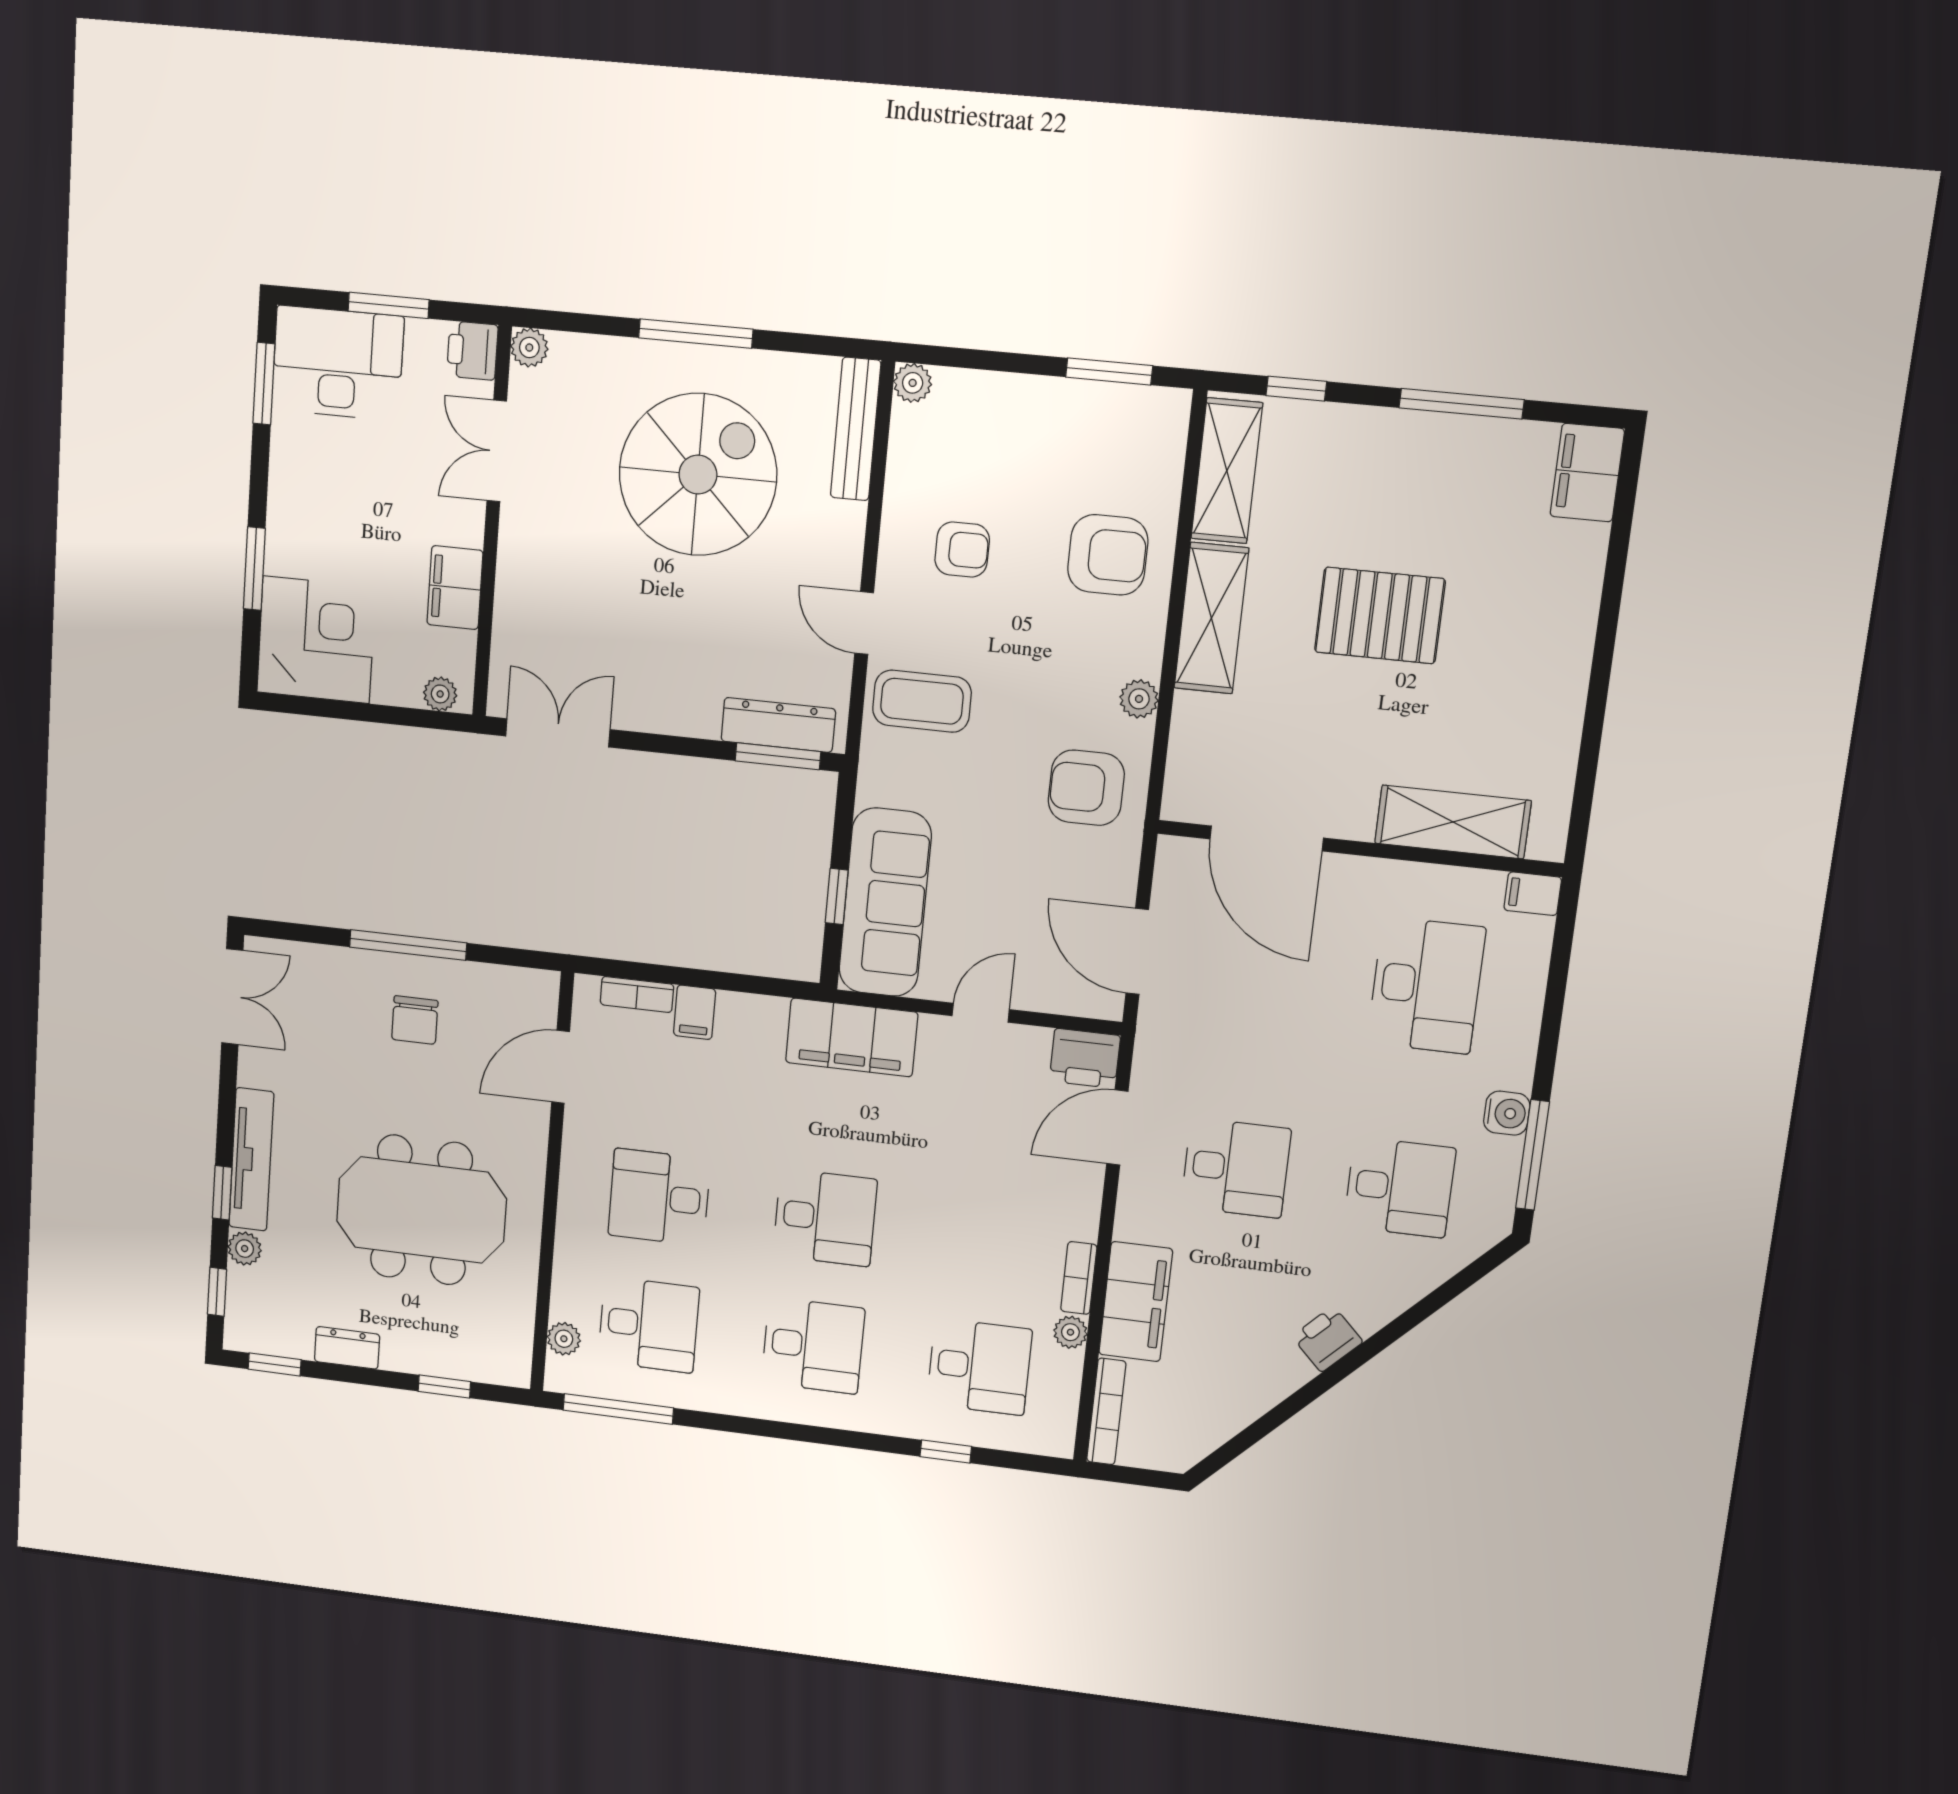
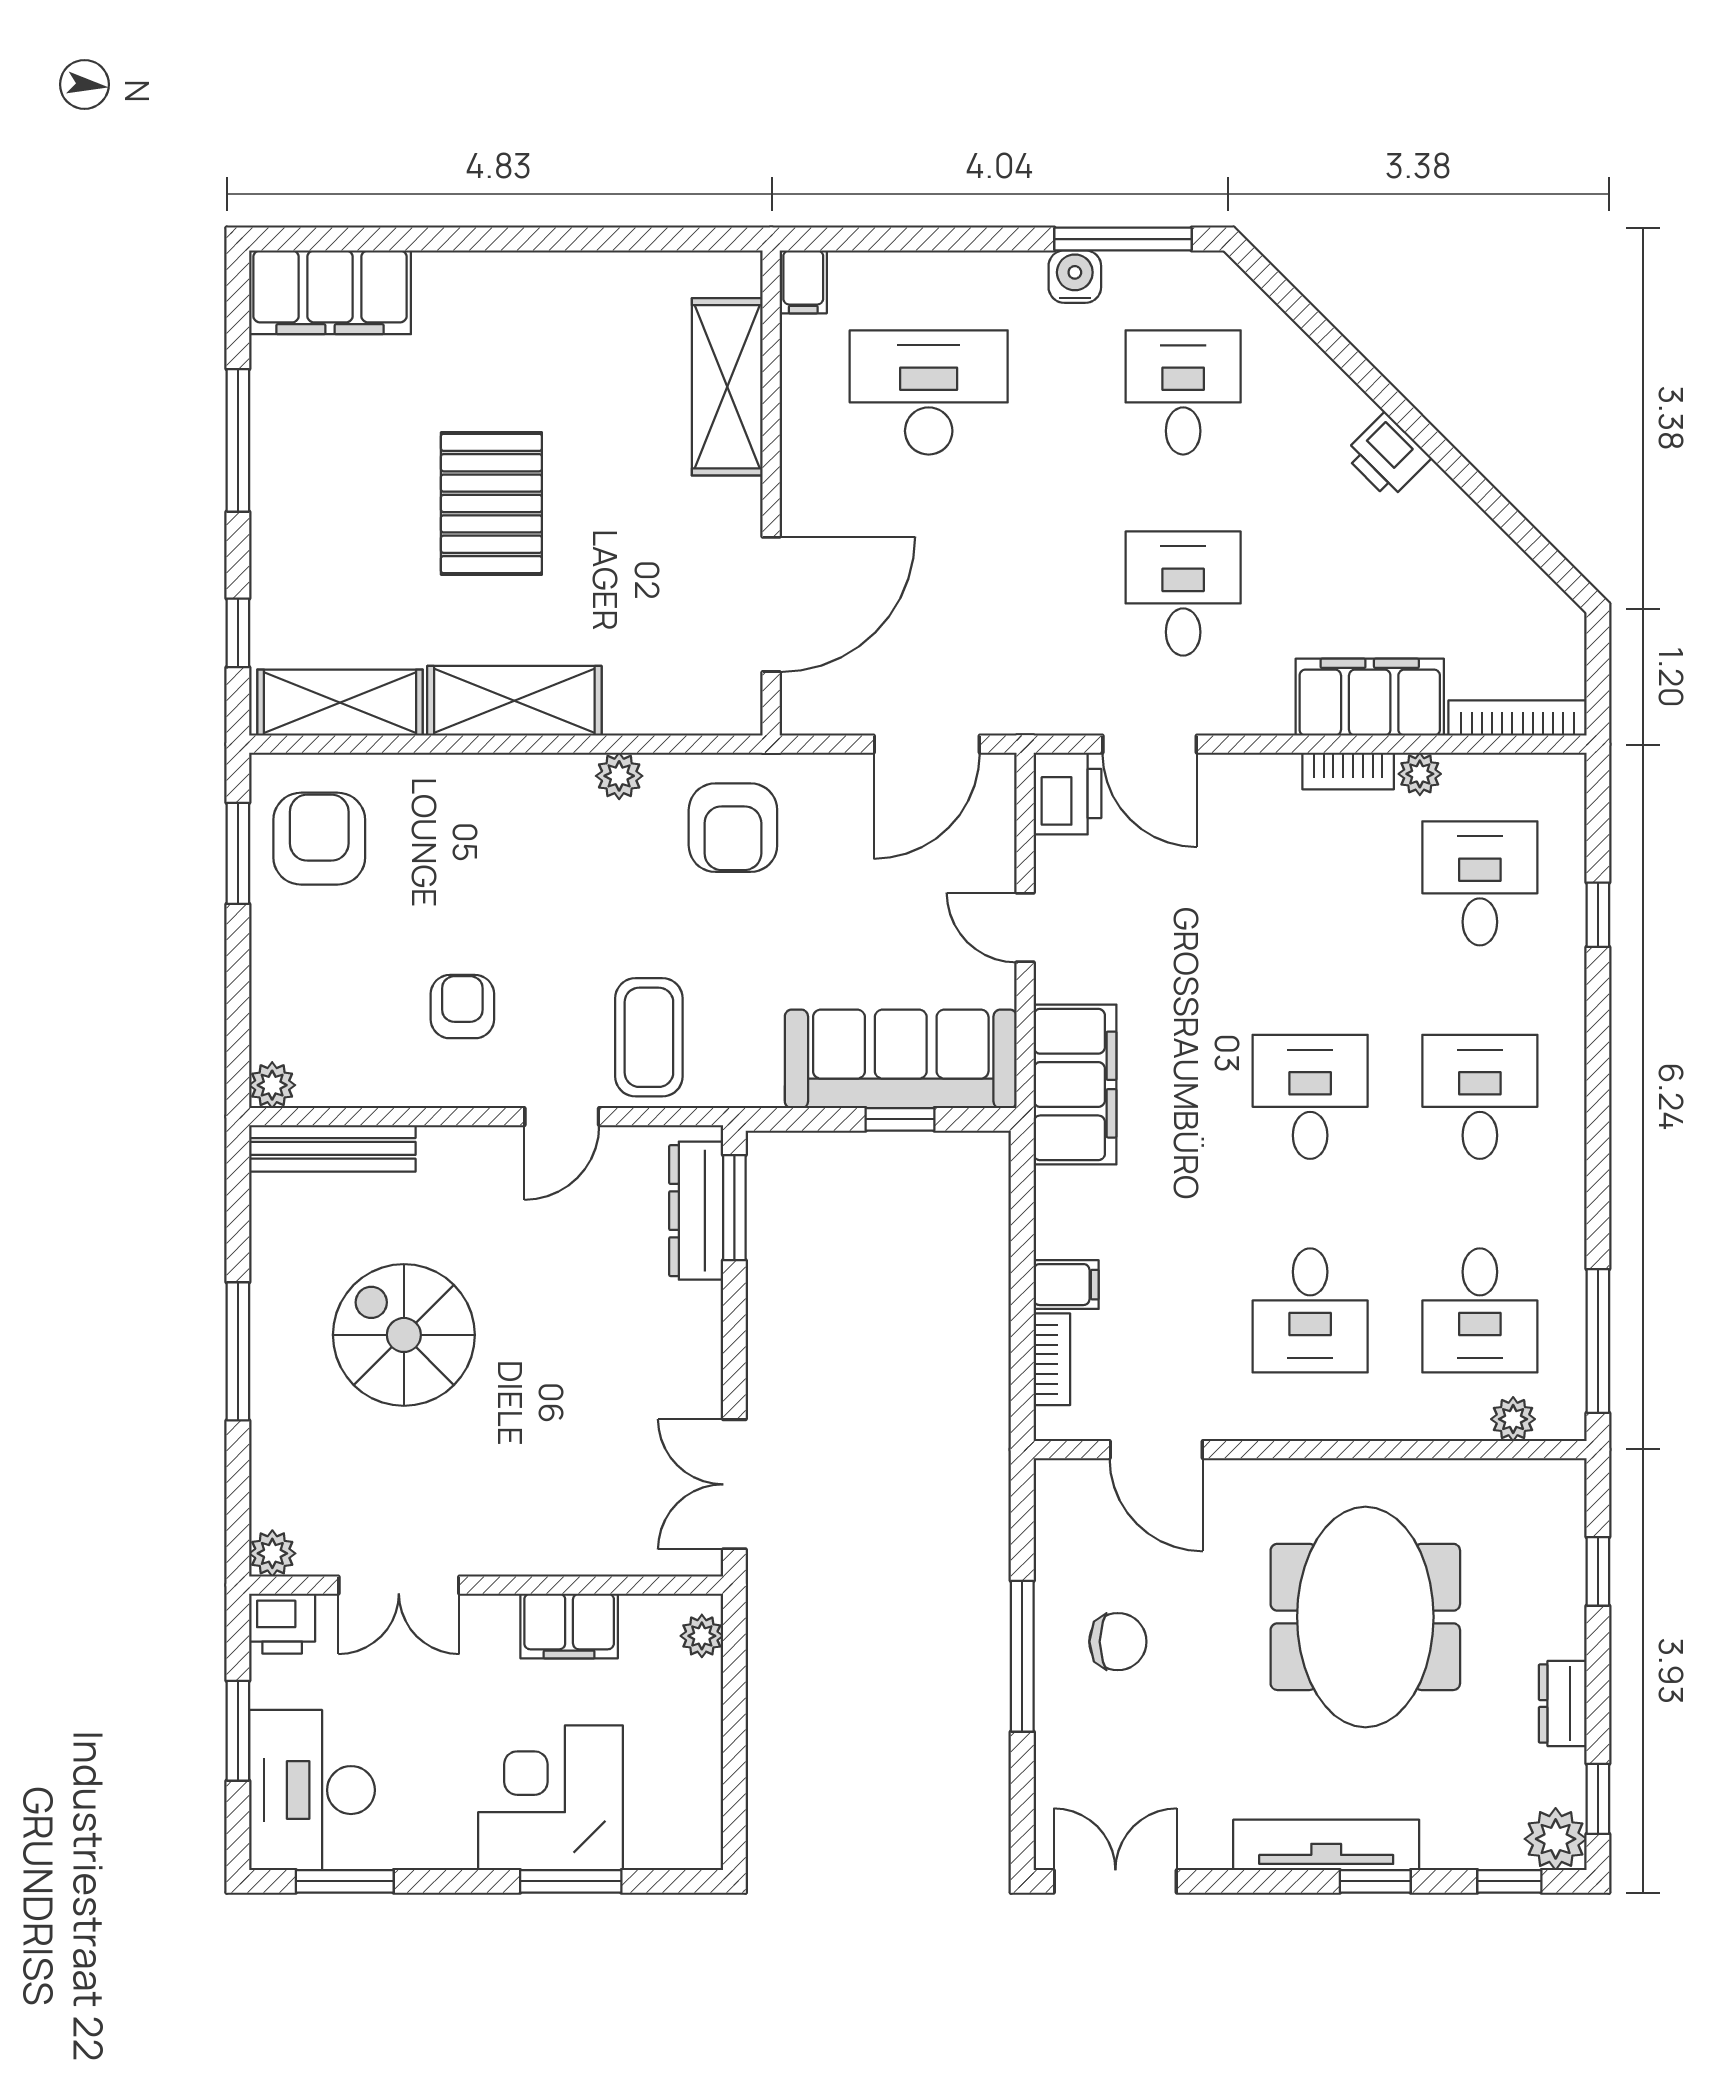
filing cabinet: (1587, 473) -> (330, 292), width x1.50, depth x1.17
spiral stairs: (698, 475) -> (404, 1335), width x0.73, depth x0.73
armchair: (1108, 555) -> (319, 839), moved
corner desk: (316, 640) -> (550, 1798), moved
plant: (245, 1249) -> (1556, 1839), moved, width x1.38, depth x1.38
desk: (649, 1325) -> (1480, 1310), turned 180

